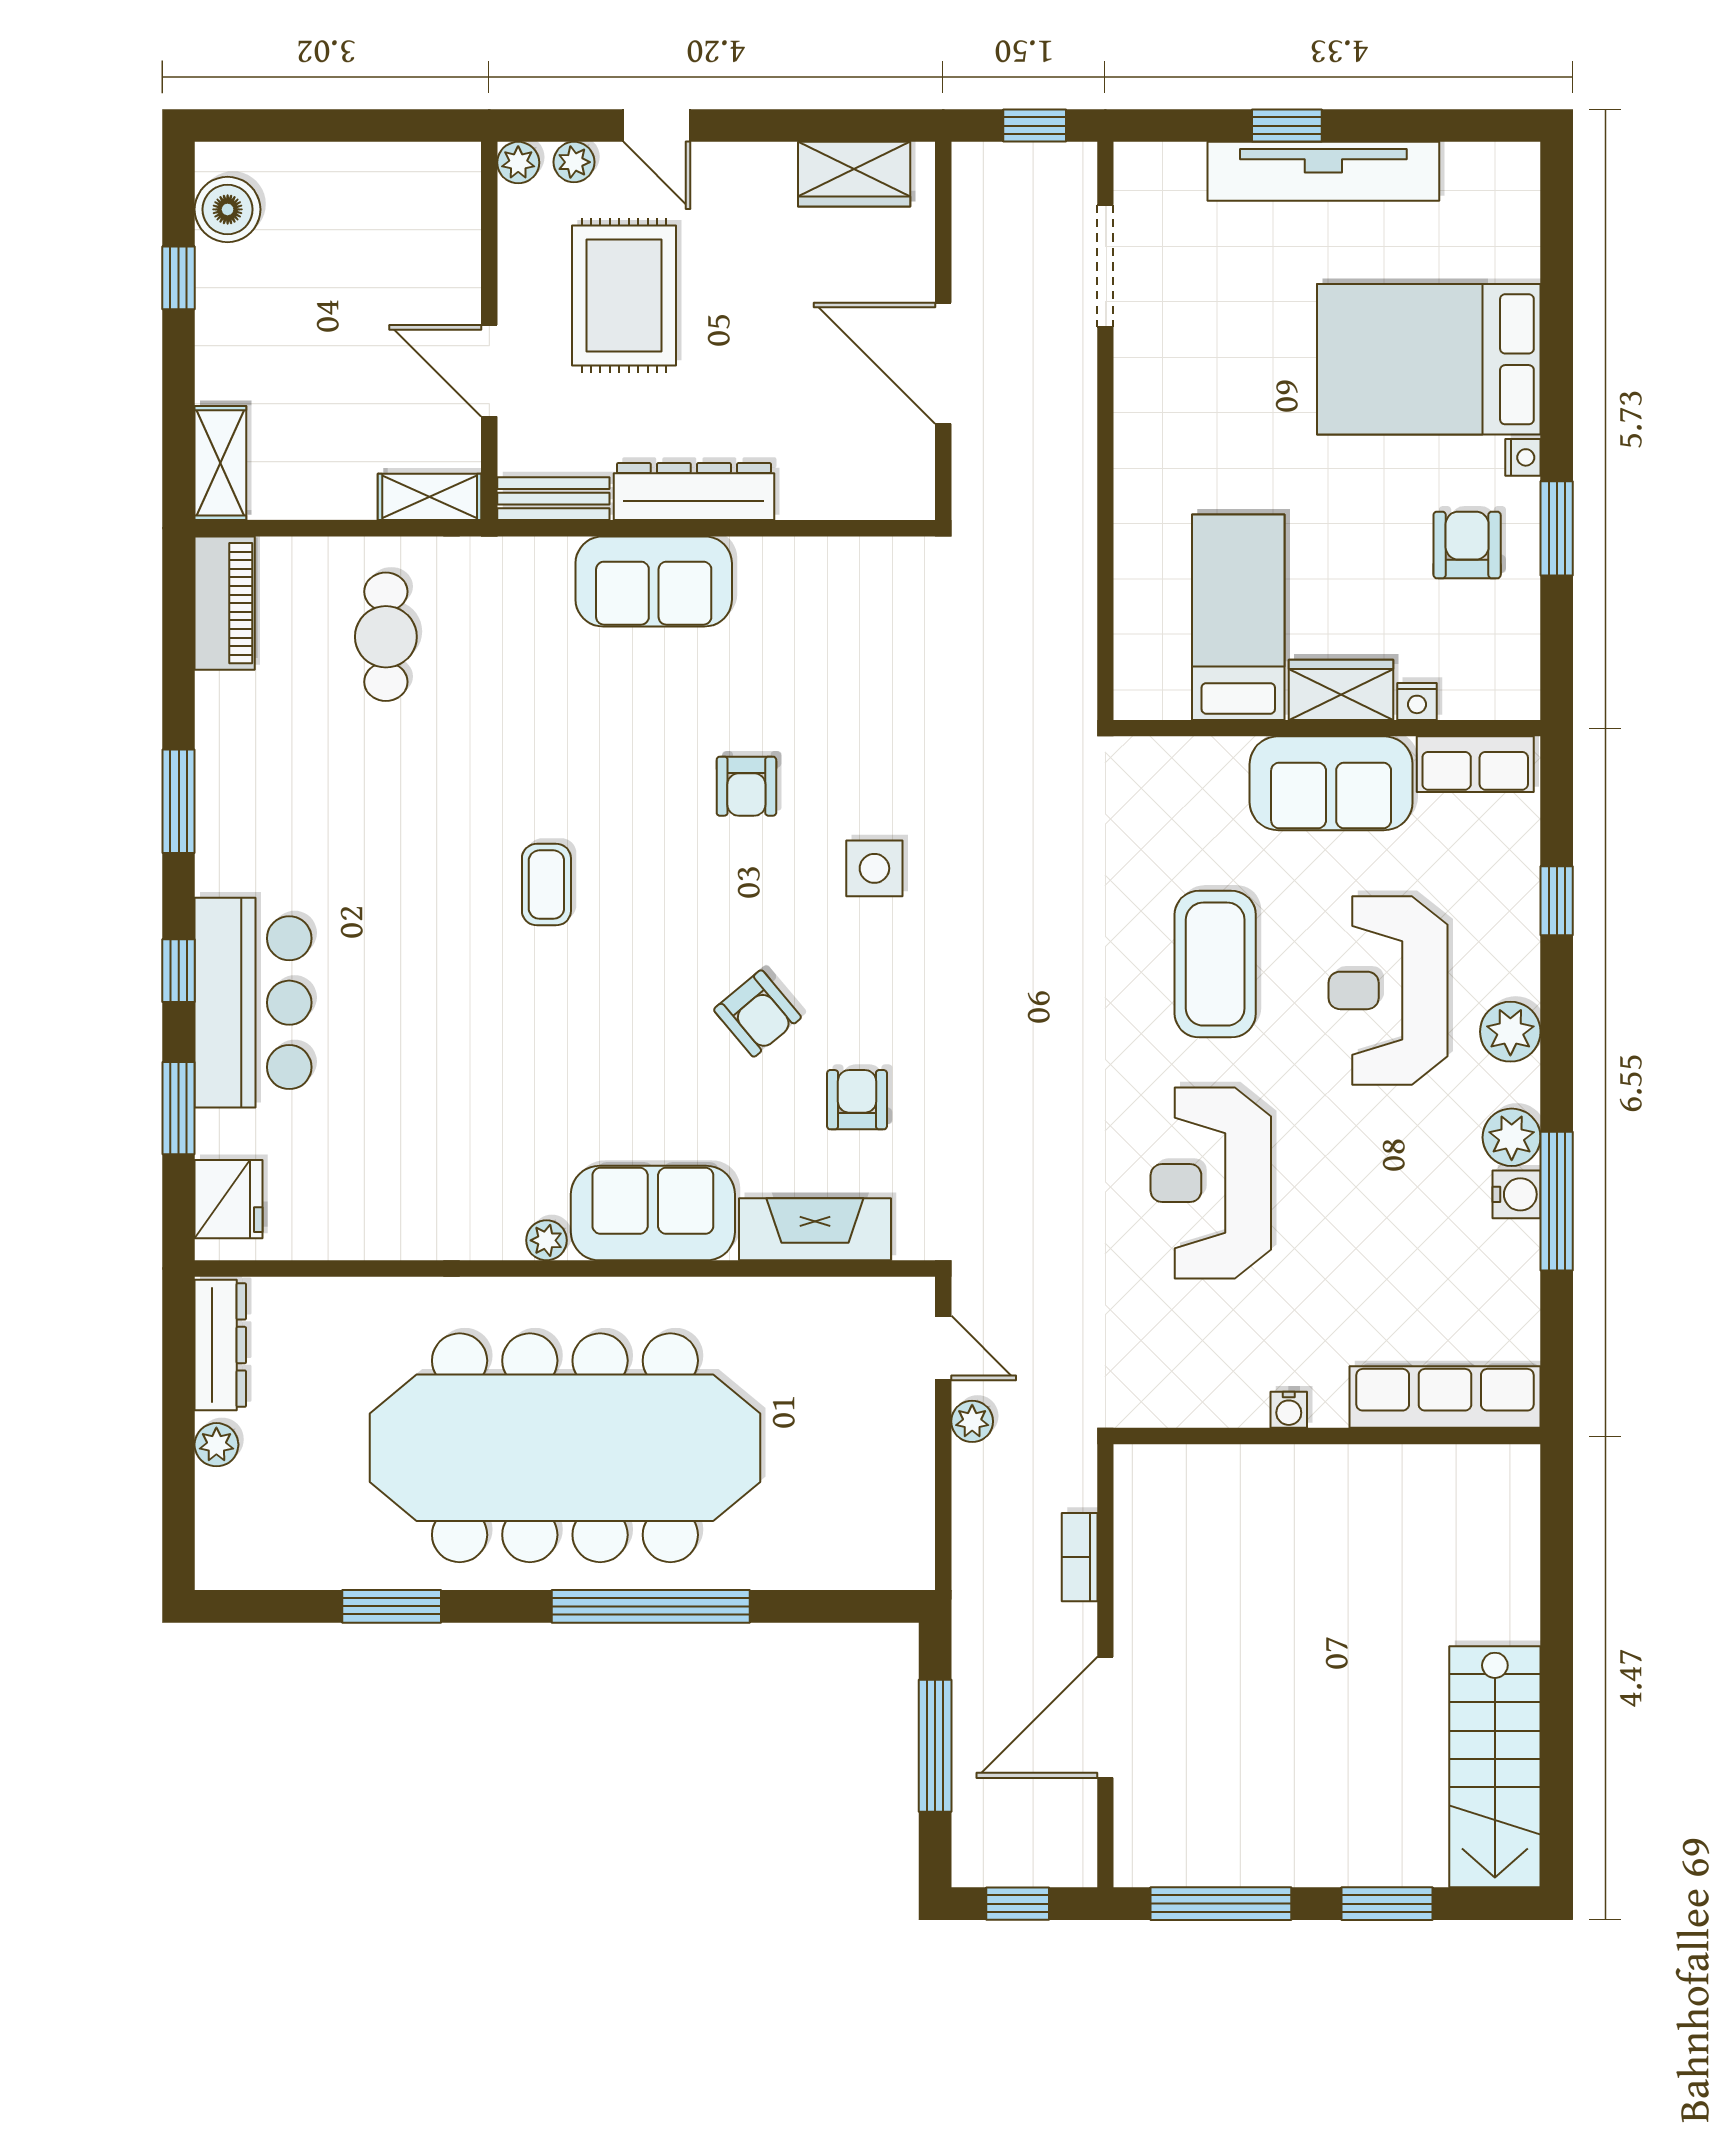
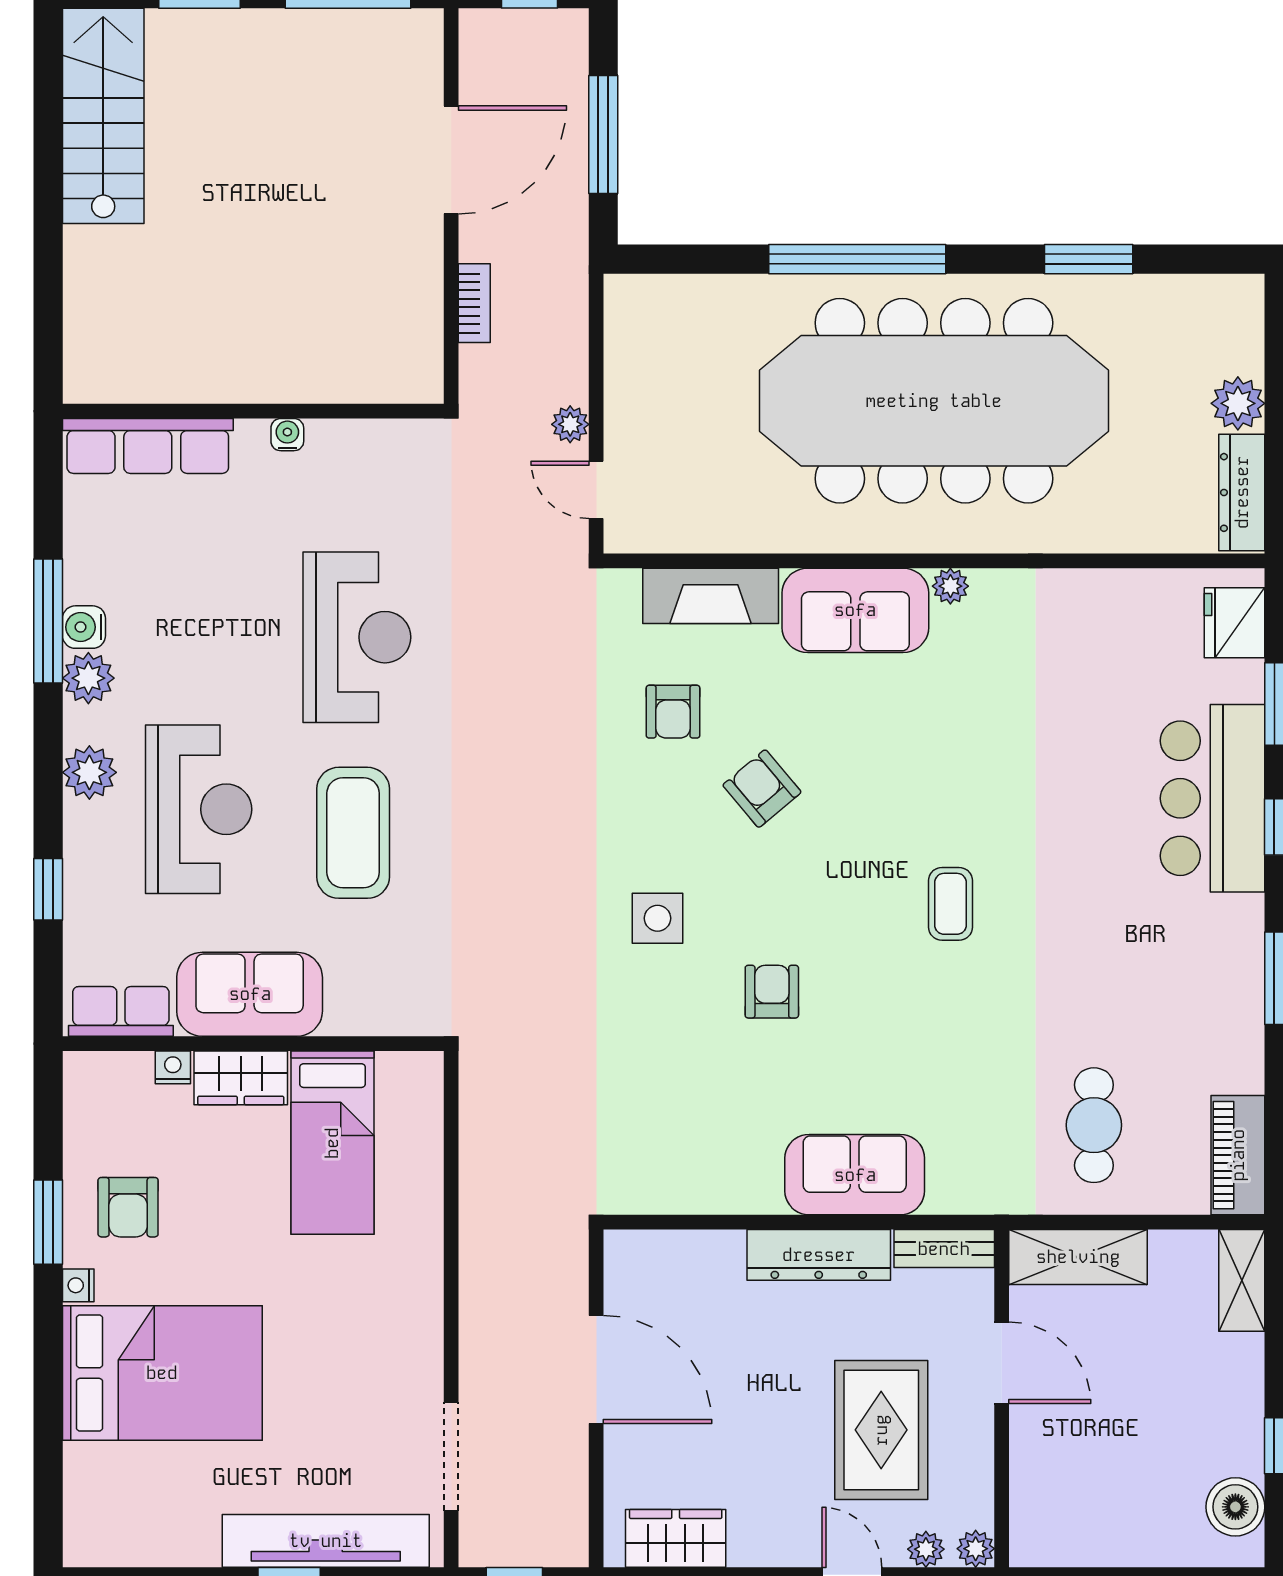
tv unit: (1323, 171) -> (326, 1541), moved
shelving: (430, 497) -> (1078, 1257), width x1.50, depth x1.33
plant: (216, 1445) -> (1238, 403), width x1.38, depth x1.38

